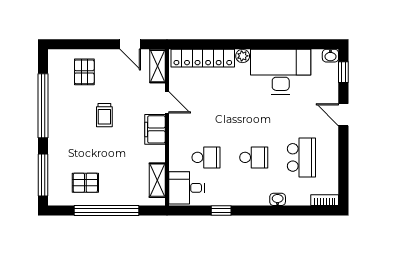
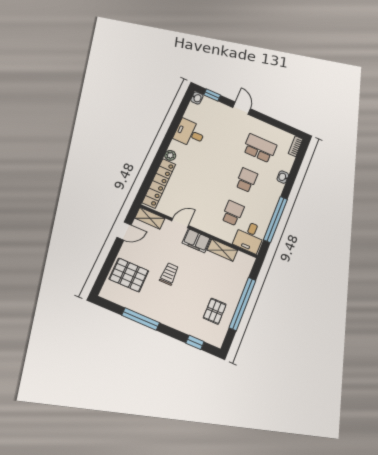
pallet: (84, 72) -> (129, 275), width x1.50, depth x1.42
desk: (281, 72) -> (190, 133), width x0.53, depth x0.77
window: (43, 106) -> (141, 319), width x0.68
trolley: (104, 115) -> (169, 274), turned -90
door: (343, 115) -> (242, 108), swing flipped
window: (43, 175) -> (195, 342), width x0.46
shelving: (157, 180) -> (222, 250), moved
window: (221, 211) -> (276, 219), width x3.17

